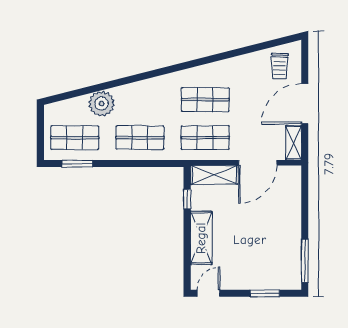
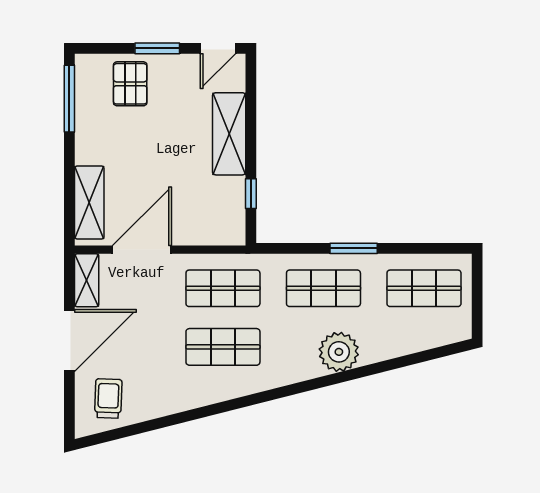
plant: (102, 104) -> (339, 352), moved
window: (77, 164) -> (354, 248), moved
shelving: (214, 175) -> (89, 203), moved, turned 90
pallet: (265, 270) -> (130, 84), added
window: (265, 293) -> (157, 48), moved

